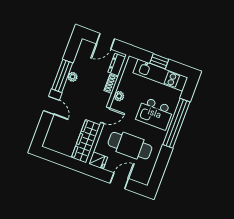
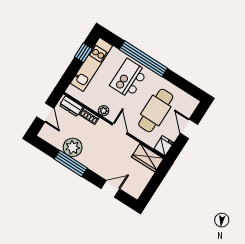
window: (159, 61) -> (83, 53), moved
plant: (73, 77) -> (73, 147), width x1.88, depth x1.88
door: (51, 105) -> (110, 189), moved
kitchen island: (155, 113) -> (129, 78), turned 180
wardrobe: (86, 141) -> (148, 158), width x0.67

